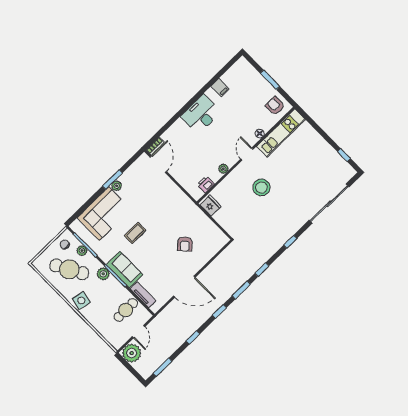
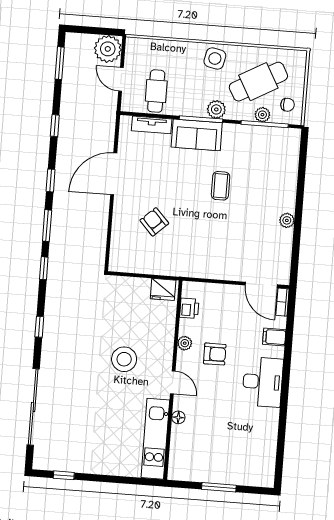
filing cabinet: (220, 88) -> (274, 337), moved
armchair: (275, 106) -> (215, 354), moved
window: (112, 179) -> (298, 223), removed
corner sofa: (104, 214) -> (274, 177), removed

